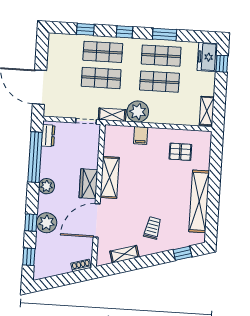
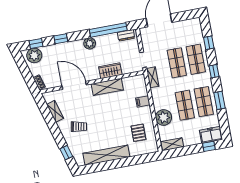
plant: (138, 112) -> (164, 117), moved
wardrobe: (88, 184) -> (110, 71), moved
plant: (47, 223) -> (34, 55), moved

